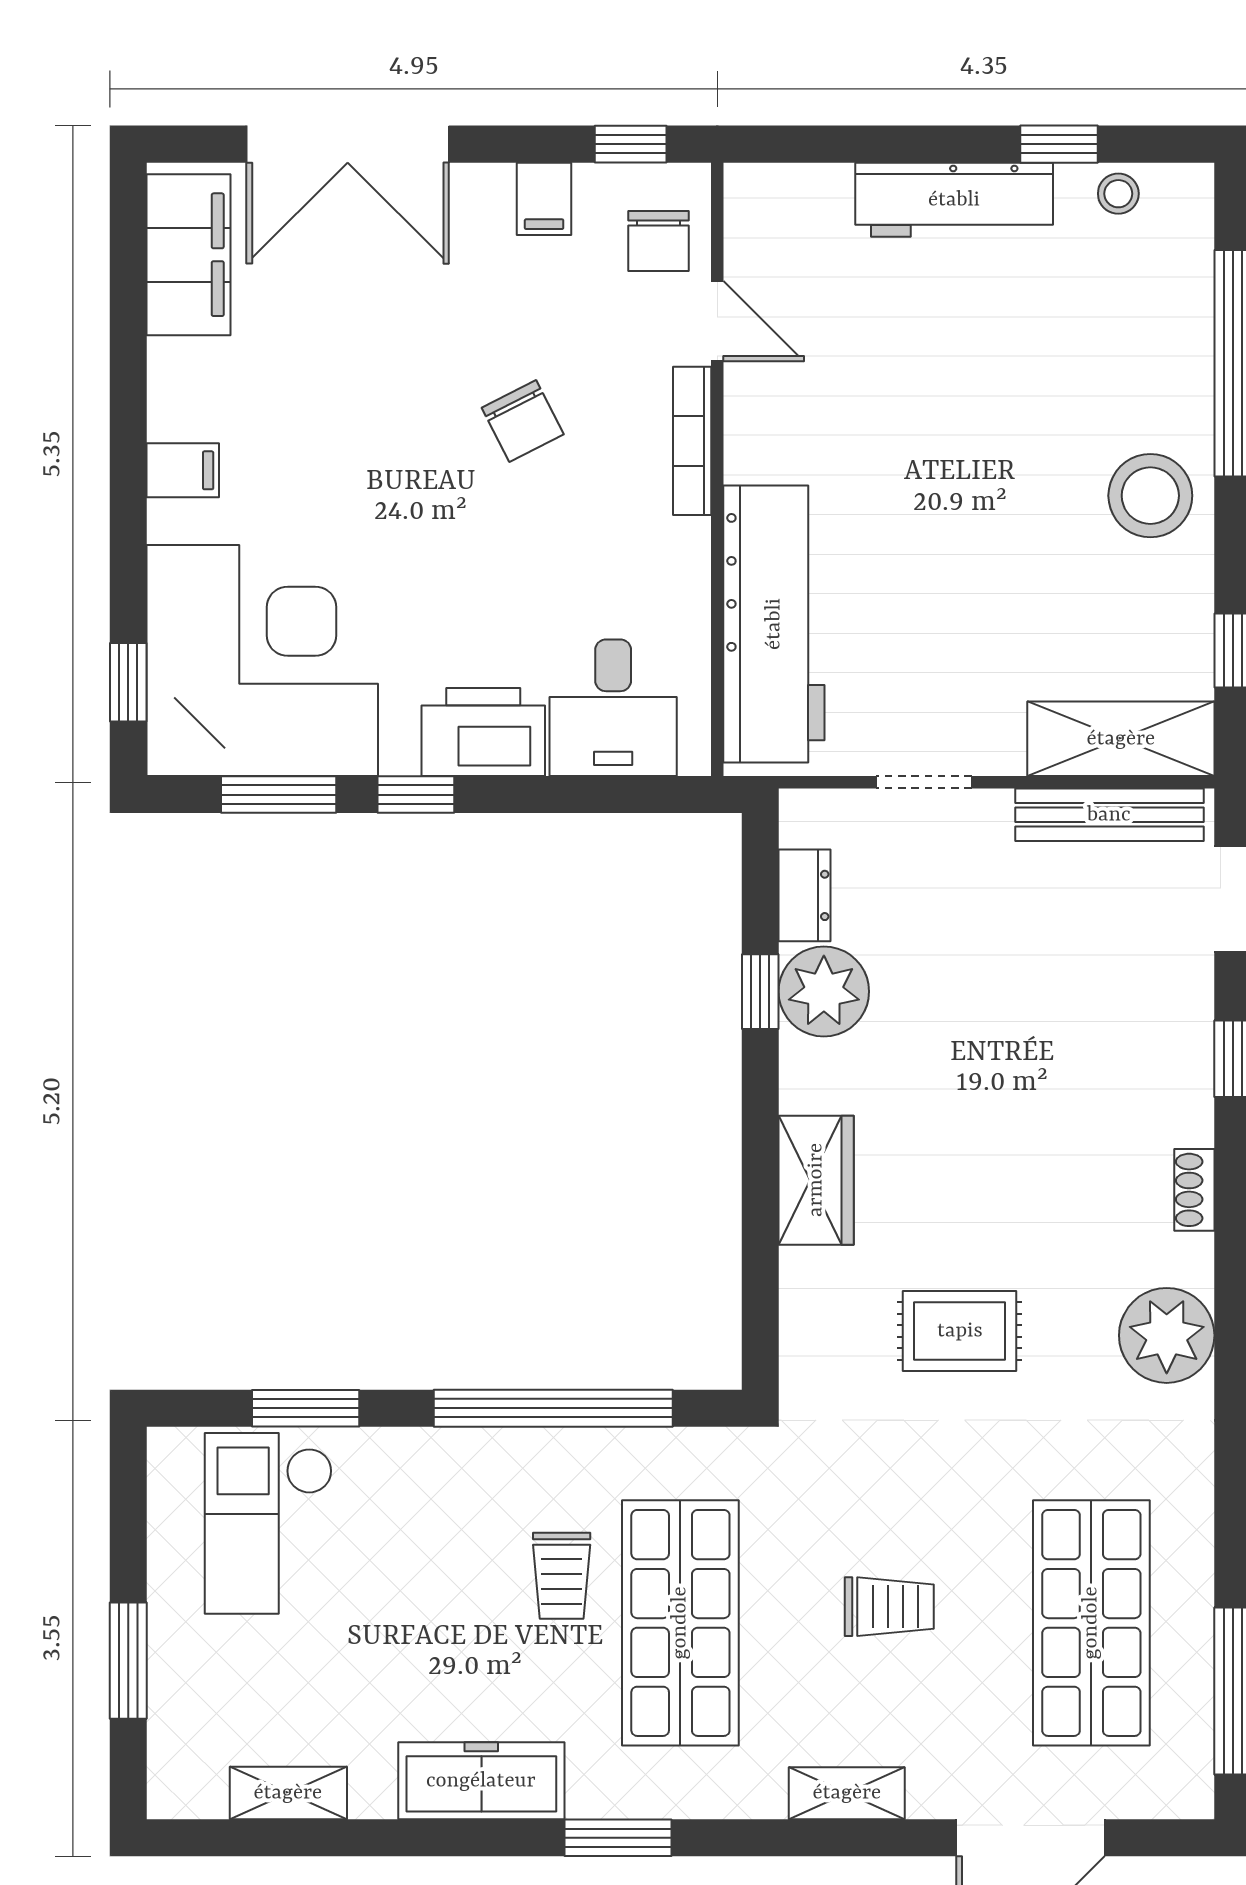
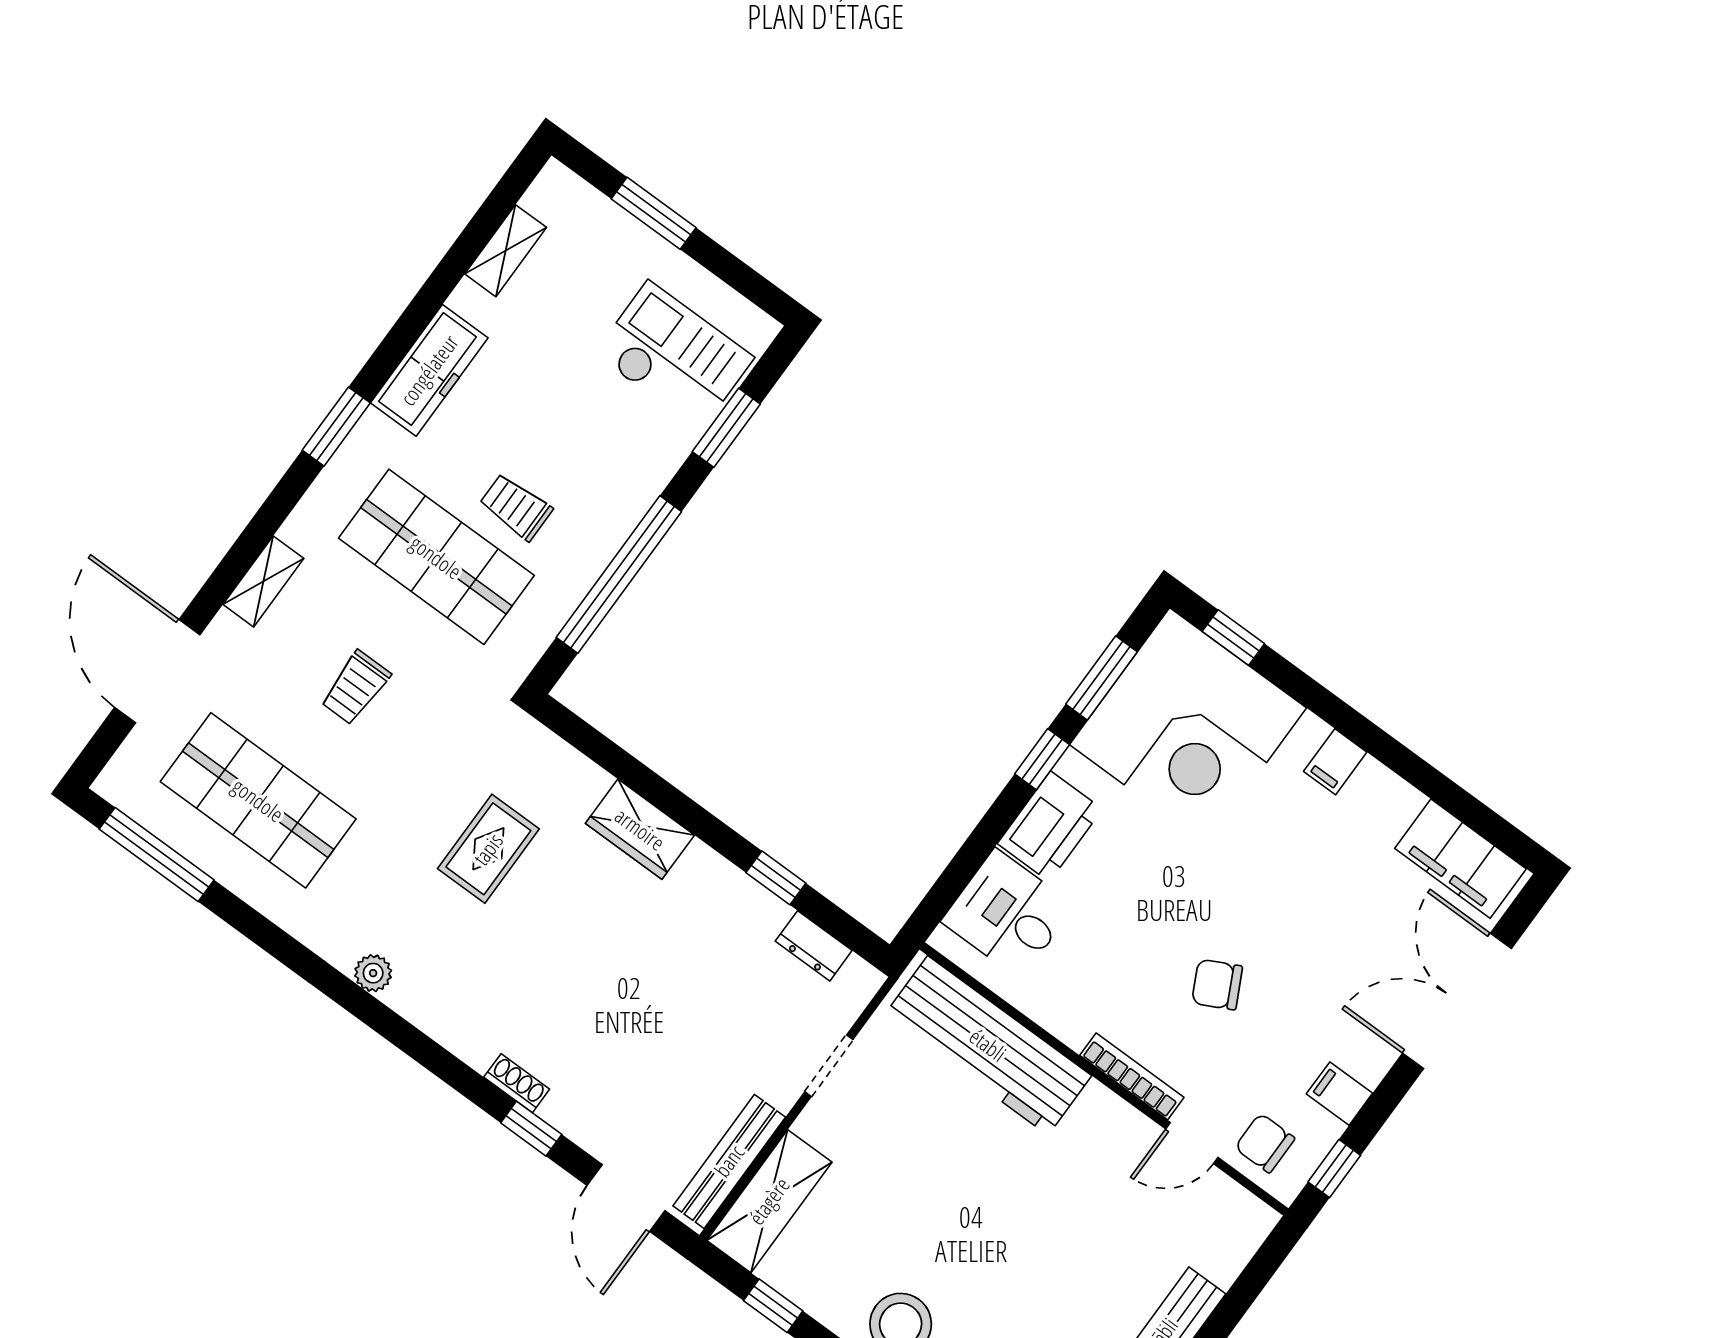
plant: (824, 991) -> (748, 916), removed
shoe rack: (1194, 1190) -> (517, 1083), moved
plant: (1167, 1335) -> (373, 973), width x0.53, depth x0.53

